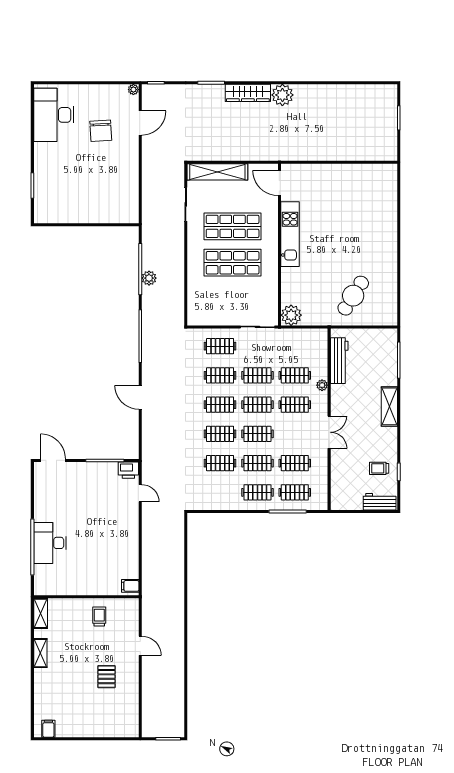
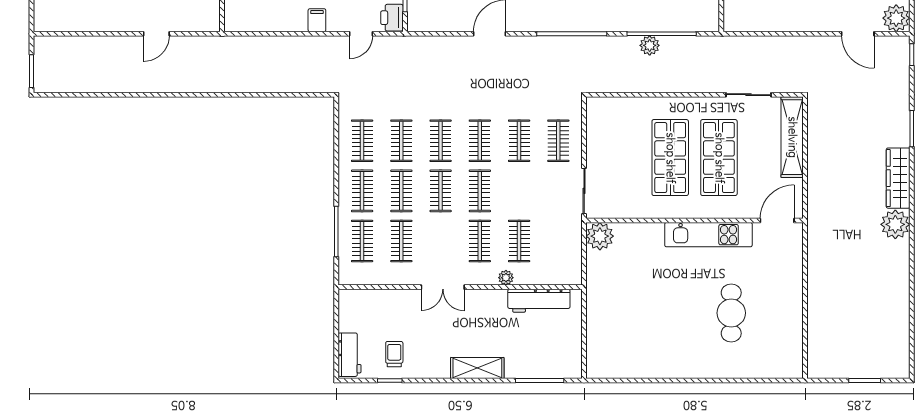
plant: (133, 90) -> (896, 18), width x1.88, depth x1.88
cafe table: (353, 296) -> (731, 313), moved, turned 58
clothes rail: (257, 375) -> (362, 141), moved
filing cabinet: (130, 586) -> (317, 20), moved

